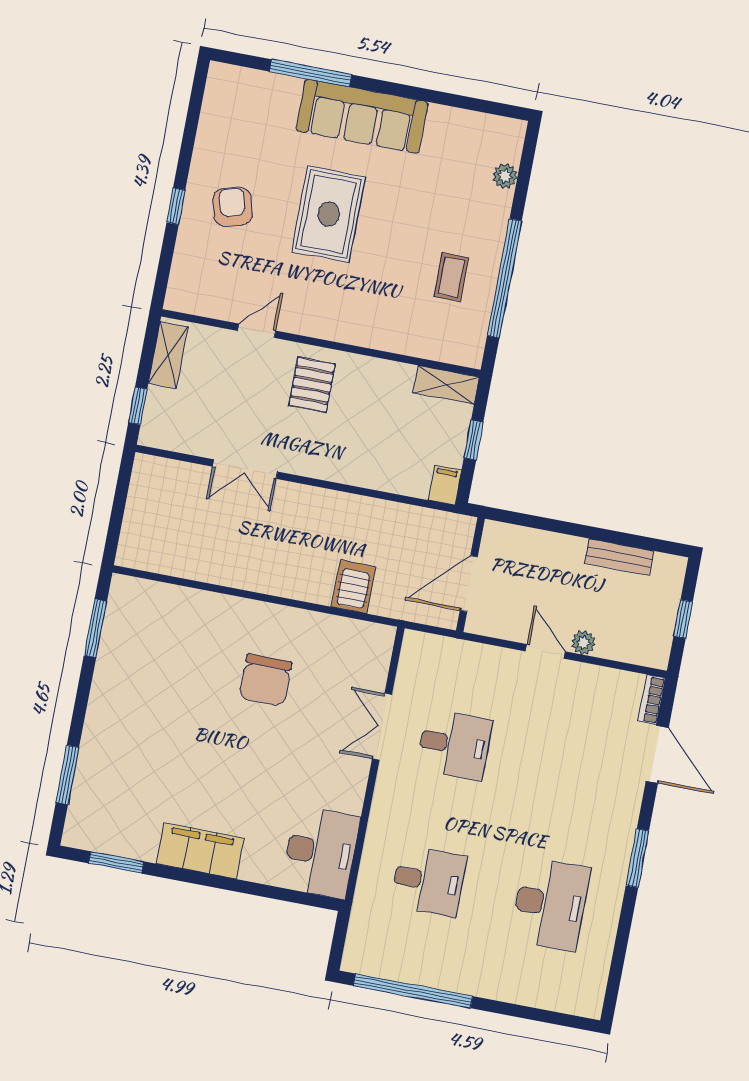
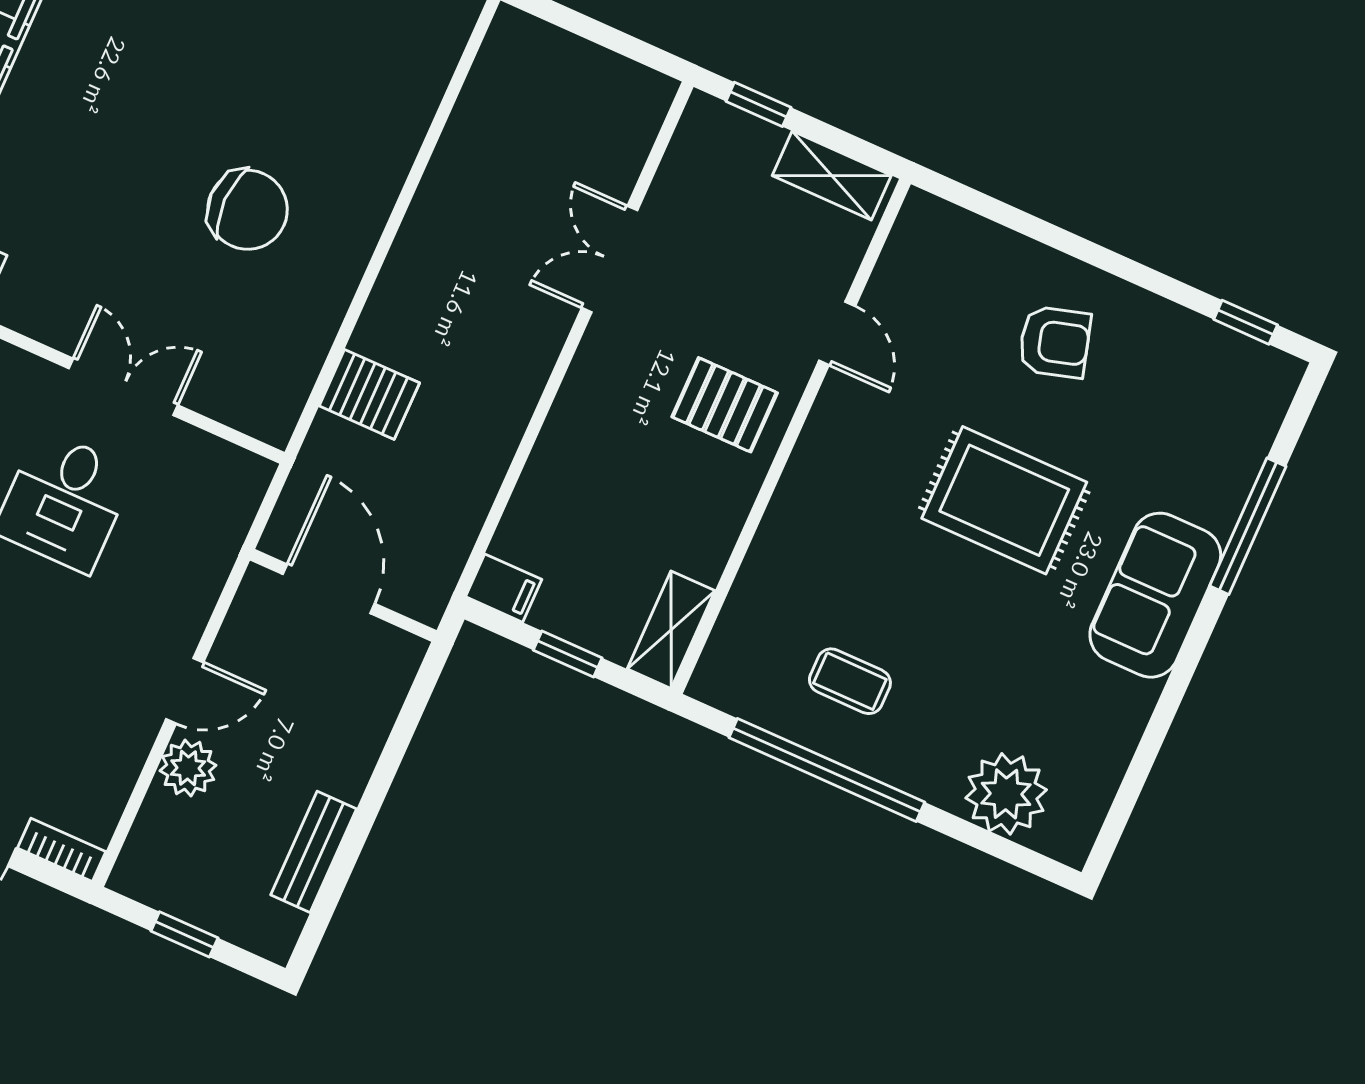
sofa: (362, 116) -> (1155, 595), width x0.73
plant: (505, 176) -> (1006, 794), width x1.88, depth x1.88
window: (176, 206) -> (1246, 322), moved
plant: (583, 643) -> (188, 768), width x1.38, depth x1.38
chair: (266, 680) -> (248, 210), turned 180

